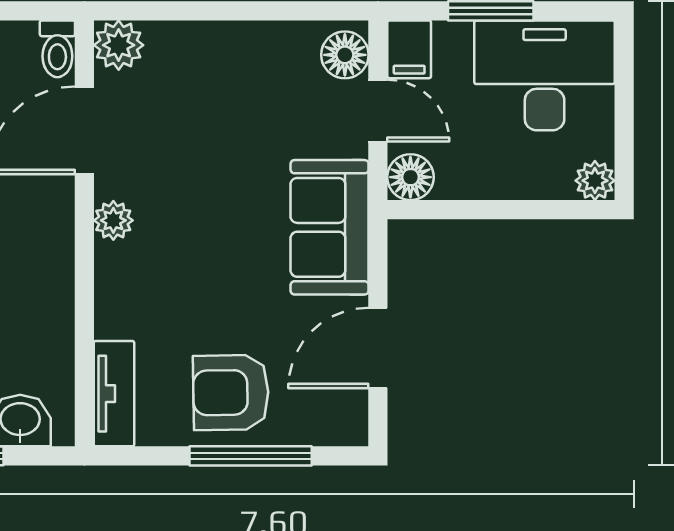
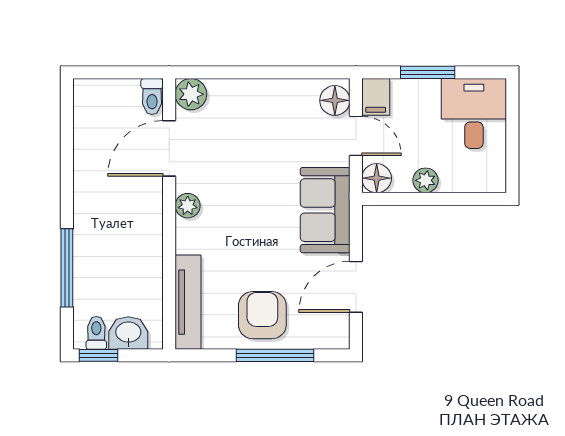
desk: (545, 75) -> (474, 113), width x0.73
plant: (595, 181) -> (426, 180), moved
armchair: (231, 392) -> (262, 315), turned 91
tv unit: (114, 394) -> (188, 302), width x1.41

